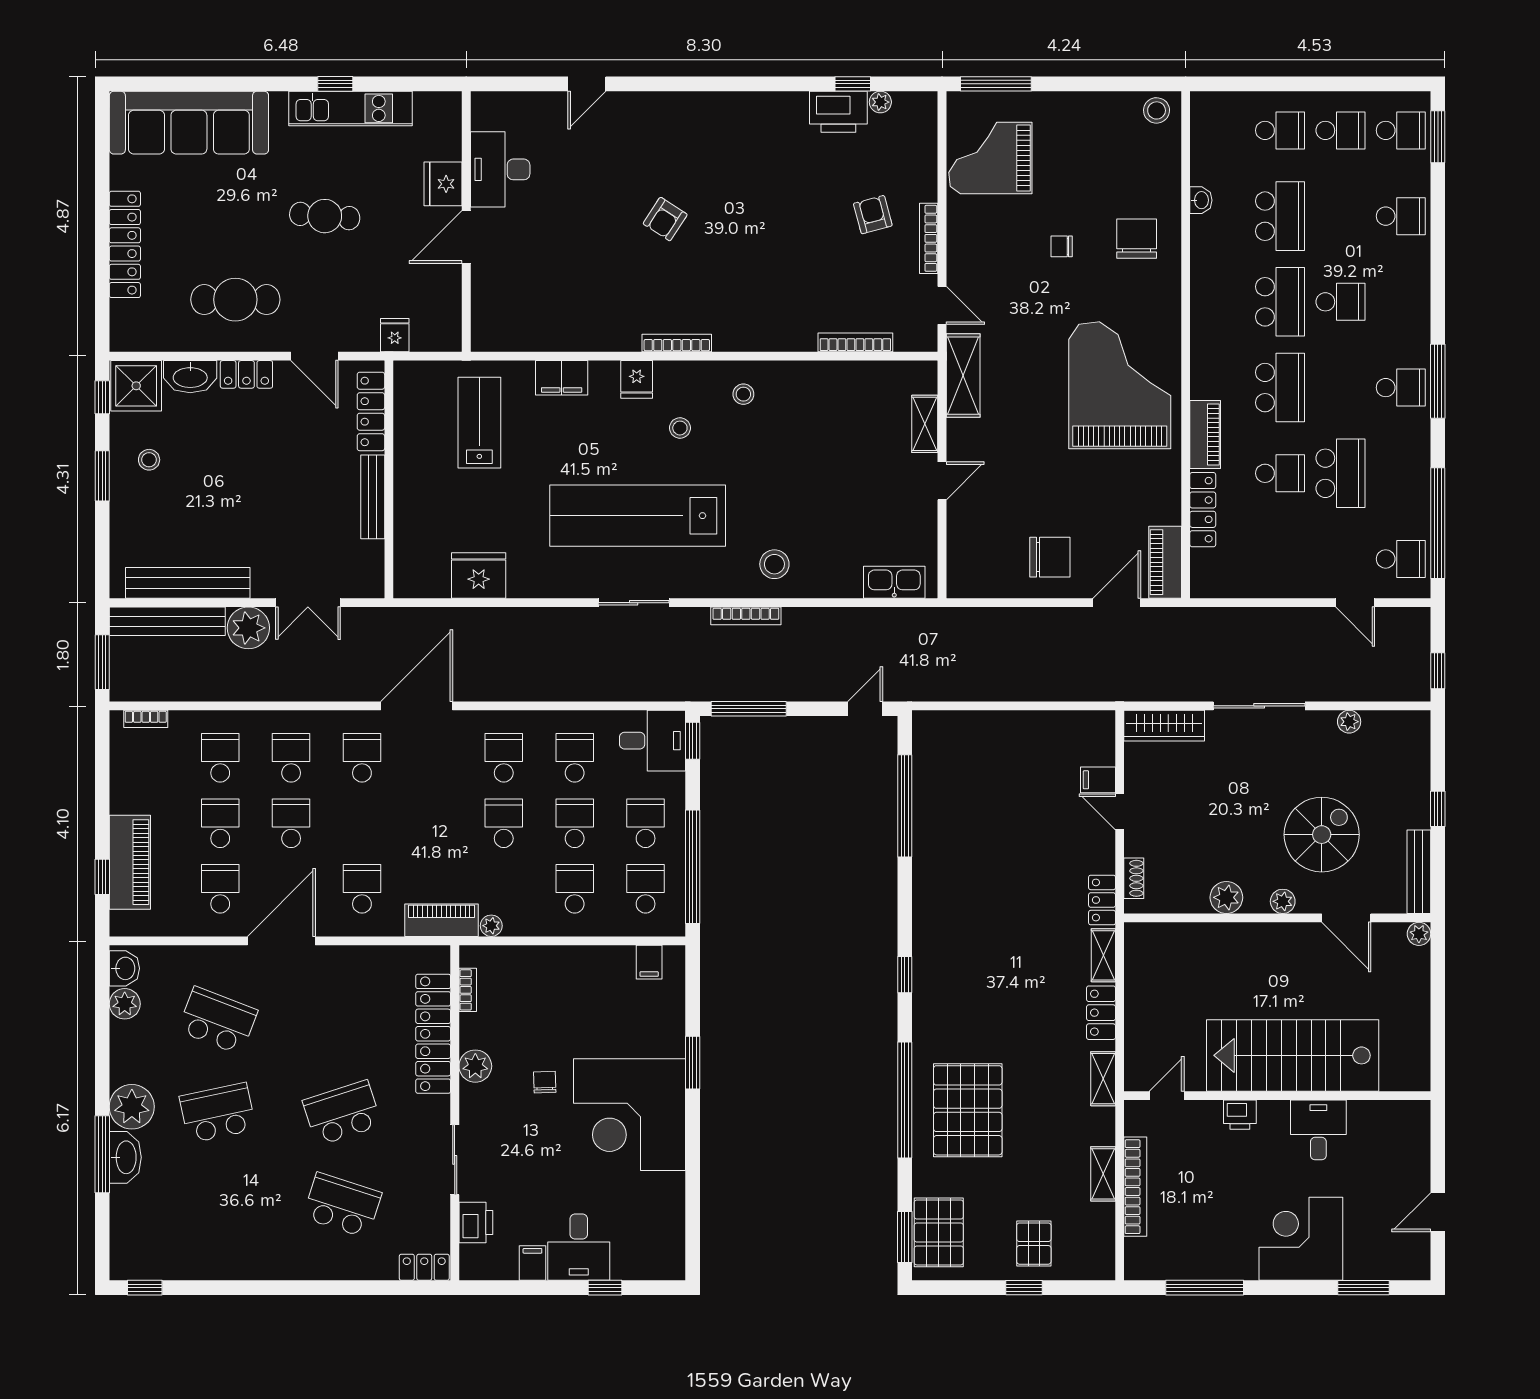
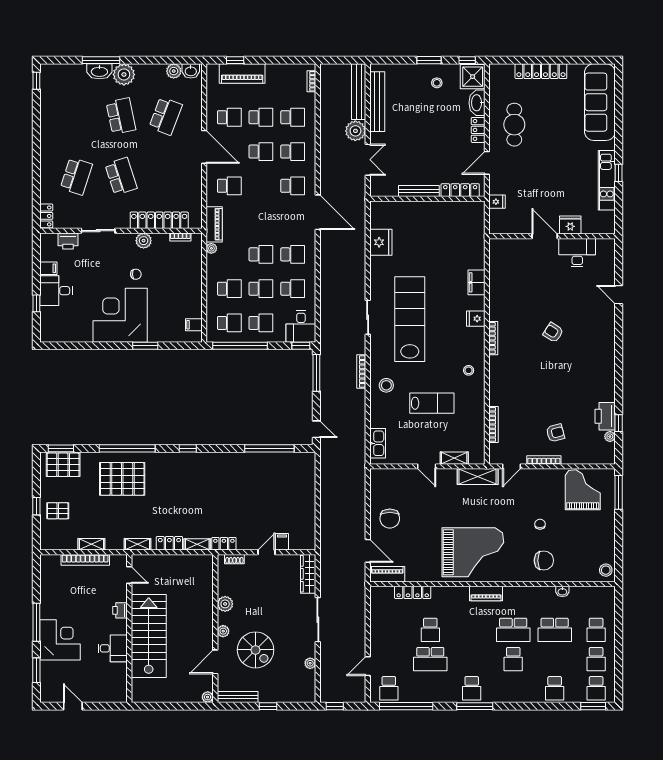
cafe table: (325, 216) -> (555, 168), removed
school desk: (1280, 388) -> (472, 630), removed
lab bench: (479, 423) -> (432, 403), moved
stool: (680, 428) -> (452, 340), removed
piano: (1205, 435) -> (486, 594), moved
double door: (308, 603) -> (368, 160), swing flipped
window: (102, 662) -> (339, 60), removed
window: (1205, 1288) -> (36, 622), moved

